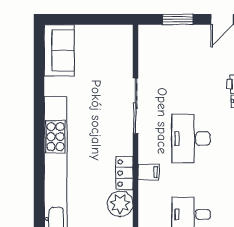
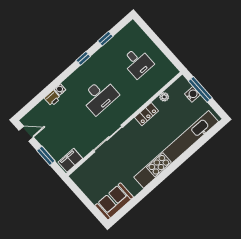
filing cabinet: (148, 172) -> (70, 160), moved, width x2.00
plant: (120, 204) -> (164, 97), width x0.53, depth x0.53

